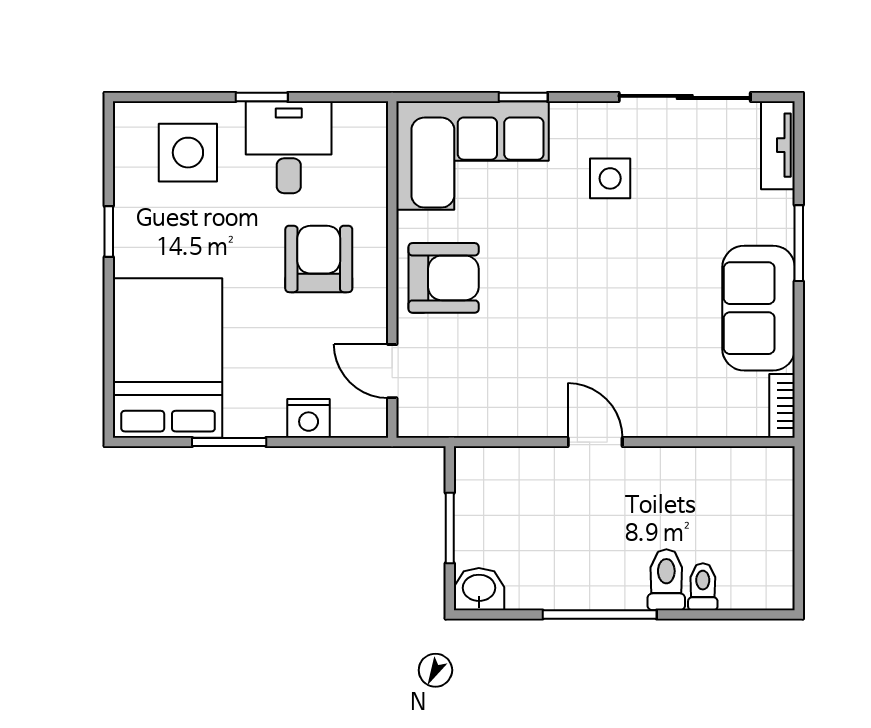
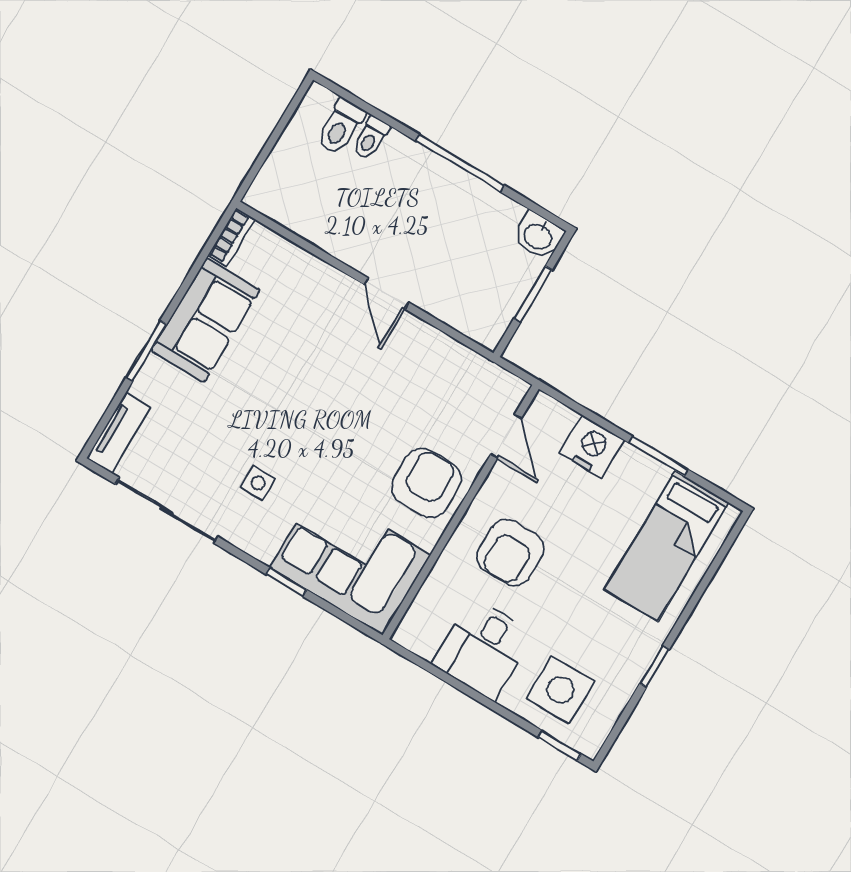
window: (262, 97) -> (560, 746), moved
side table: (610, 178) -> (258, 483), width x0.73, depth x0.73
armchair: (444, 278) -> (426, 483), turned 90
bed: (168, 358) -> (667, 546), width x0.67
nightstand: (309, 418) -> (592, 447), width x1.36, depth x1.33
toilet: (666, 580) -> (341, 127), moved

